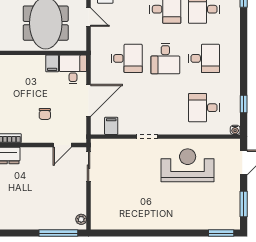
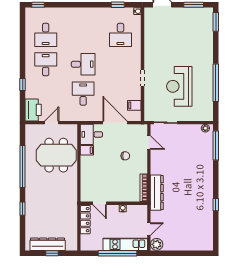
desk: (204, 58) -> (83, 35), removed
reception desk: (188, 165) -> (179, 86), moved
window: (141, 233) -> (216, 83), added

